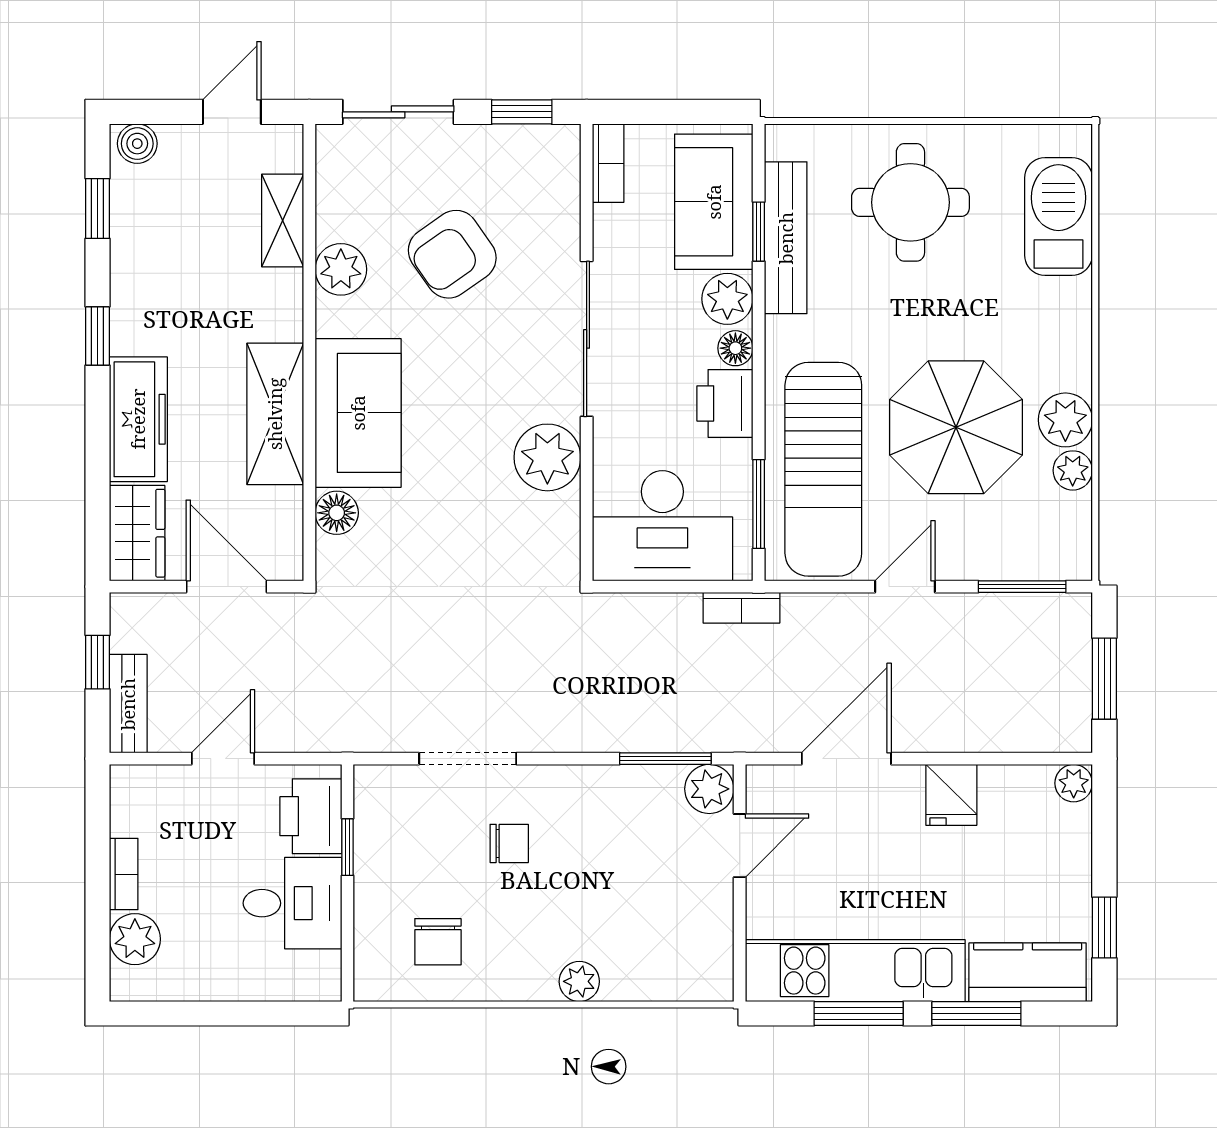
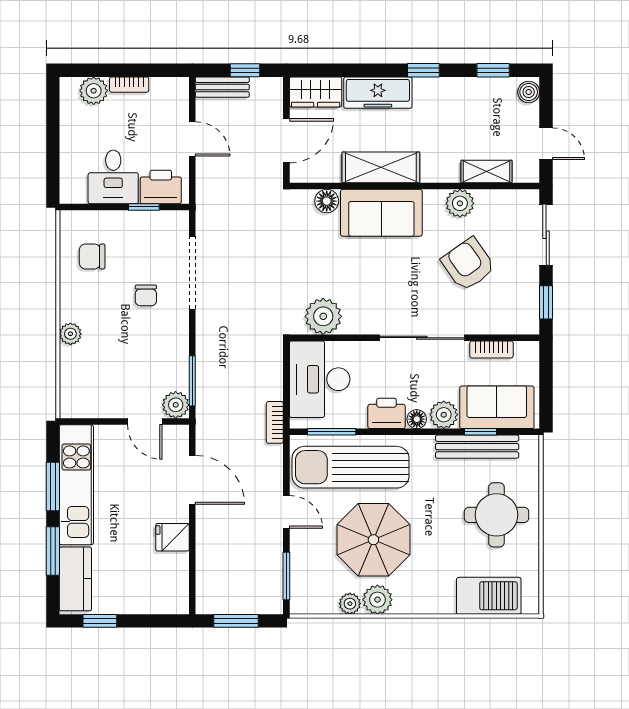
bookcase: (608, 163) -> (491, 349), moved
plant: (547, 457) -> (323, 316), moved
doorway: (468, 759) -> (192, 273), width x1.36
plant: (1074, 783) -> (179, 604), removed

